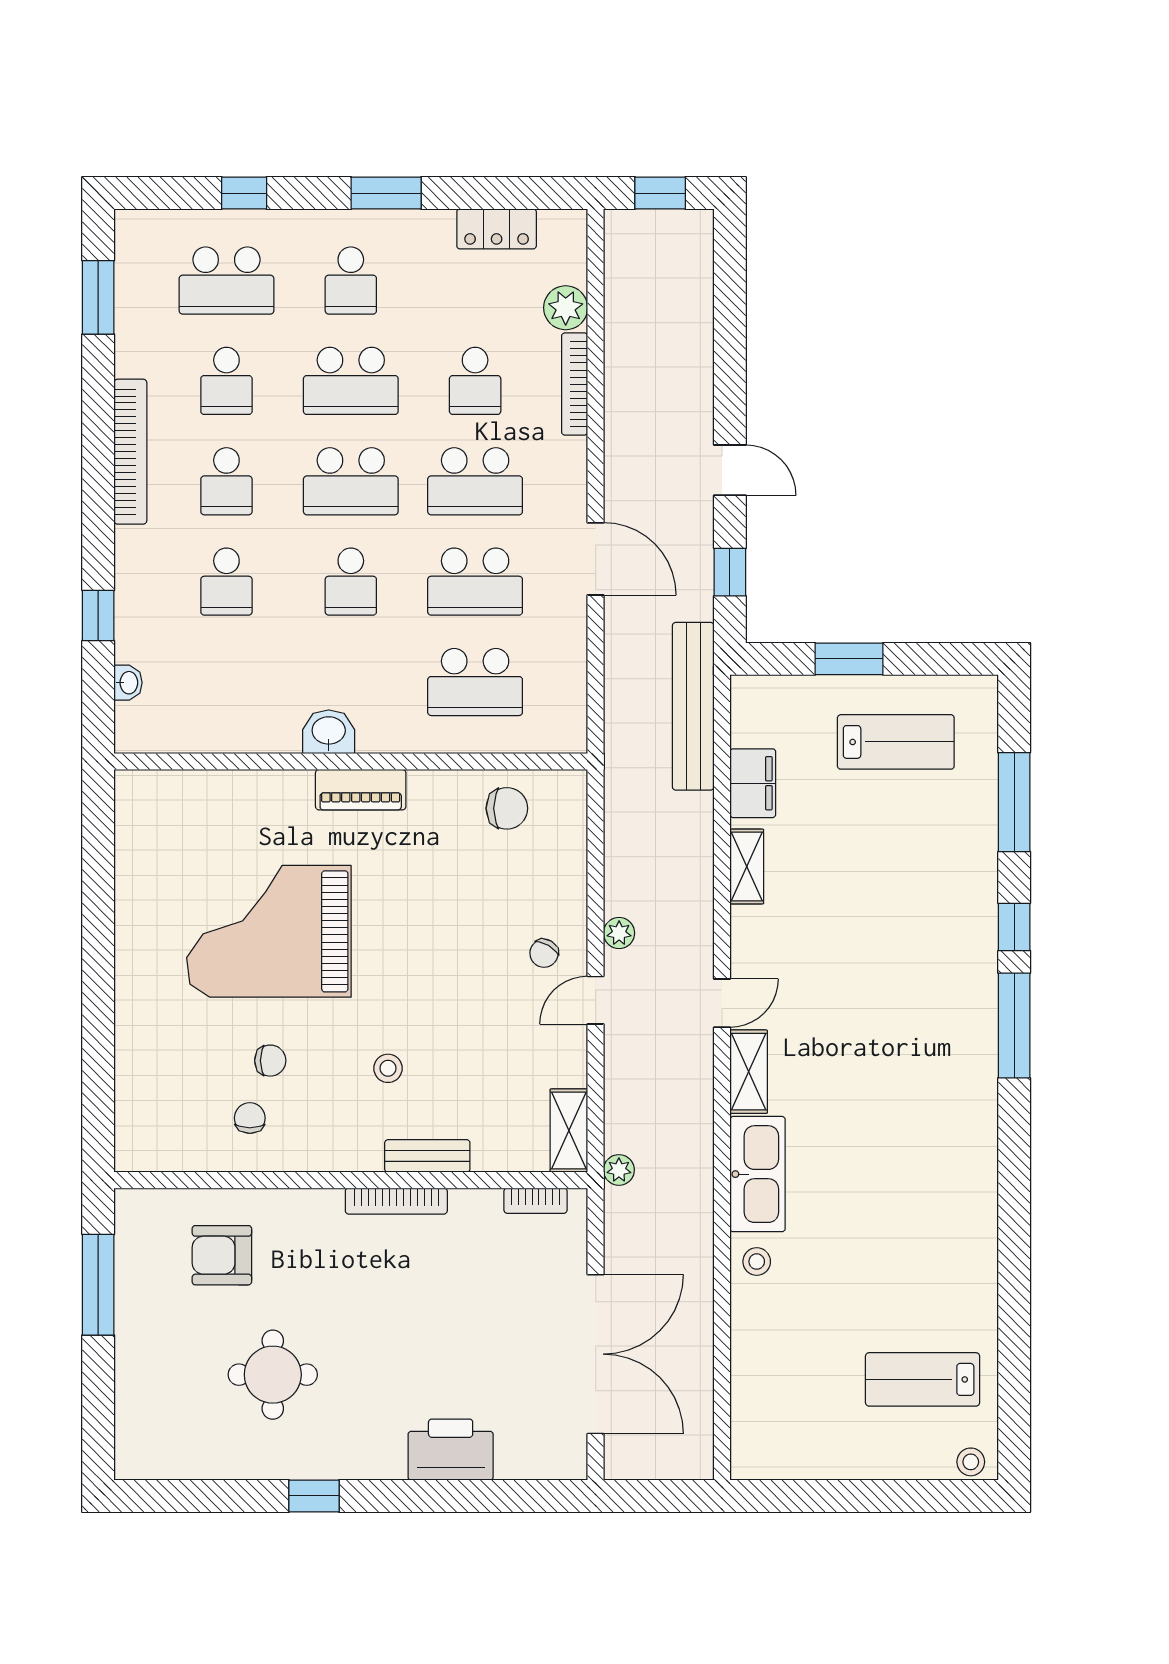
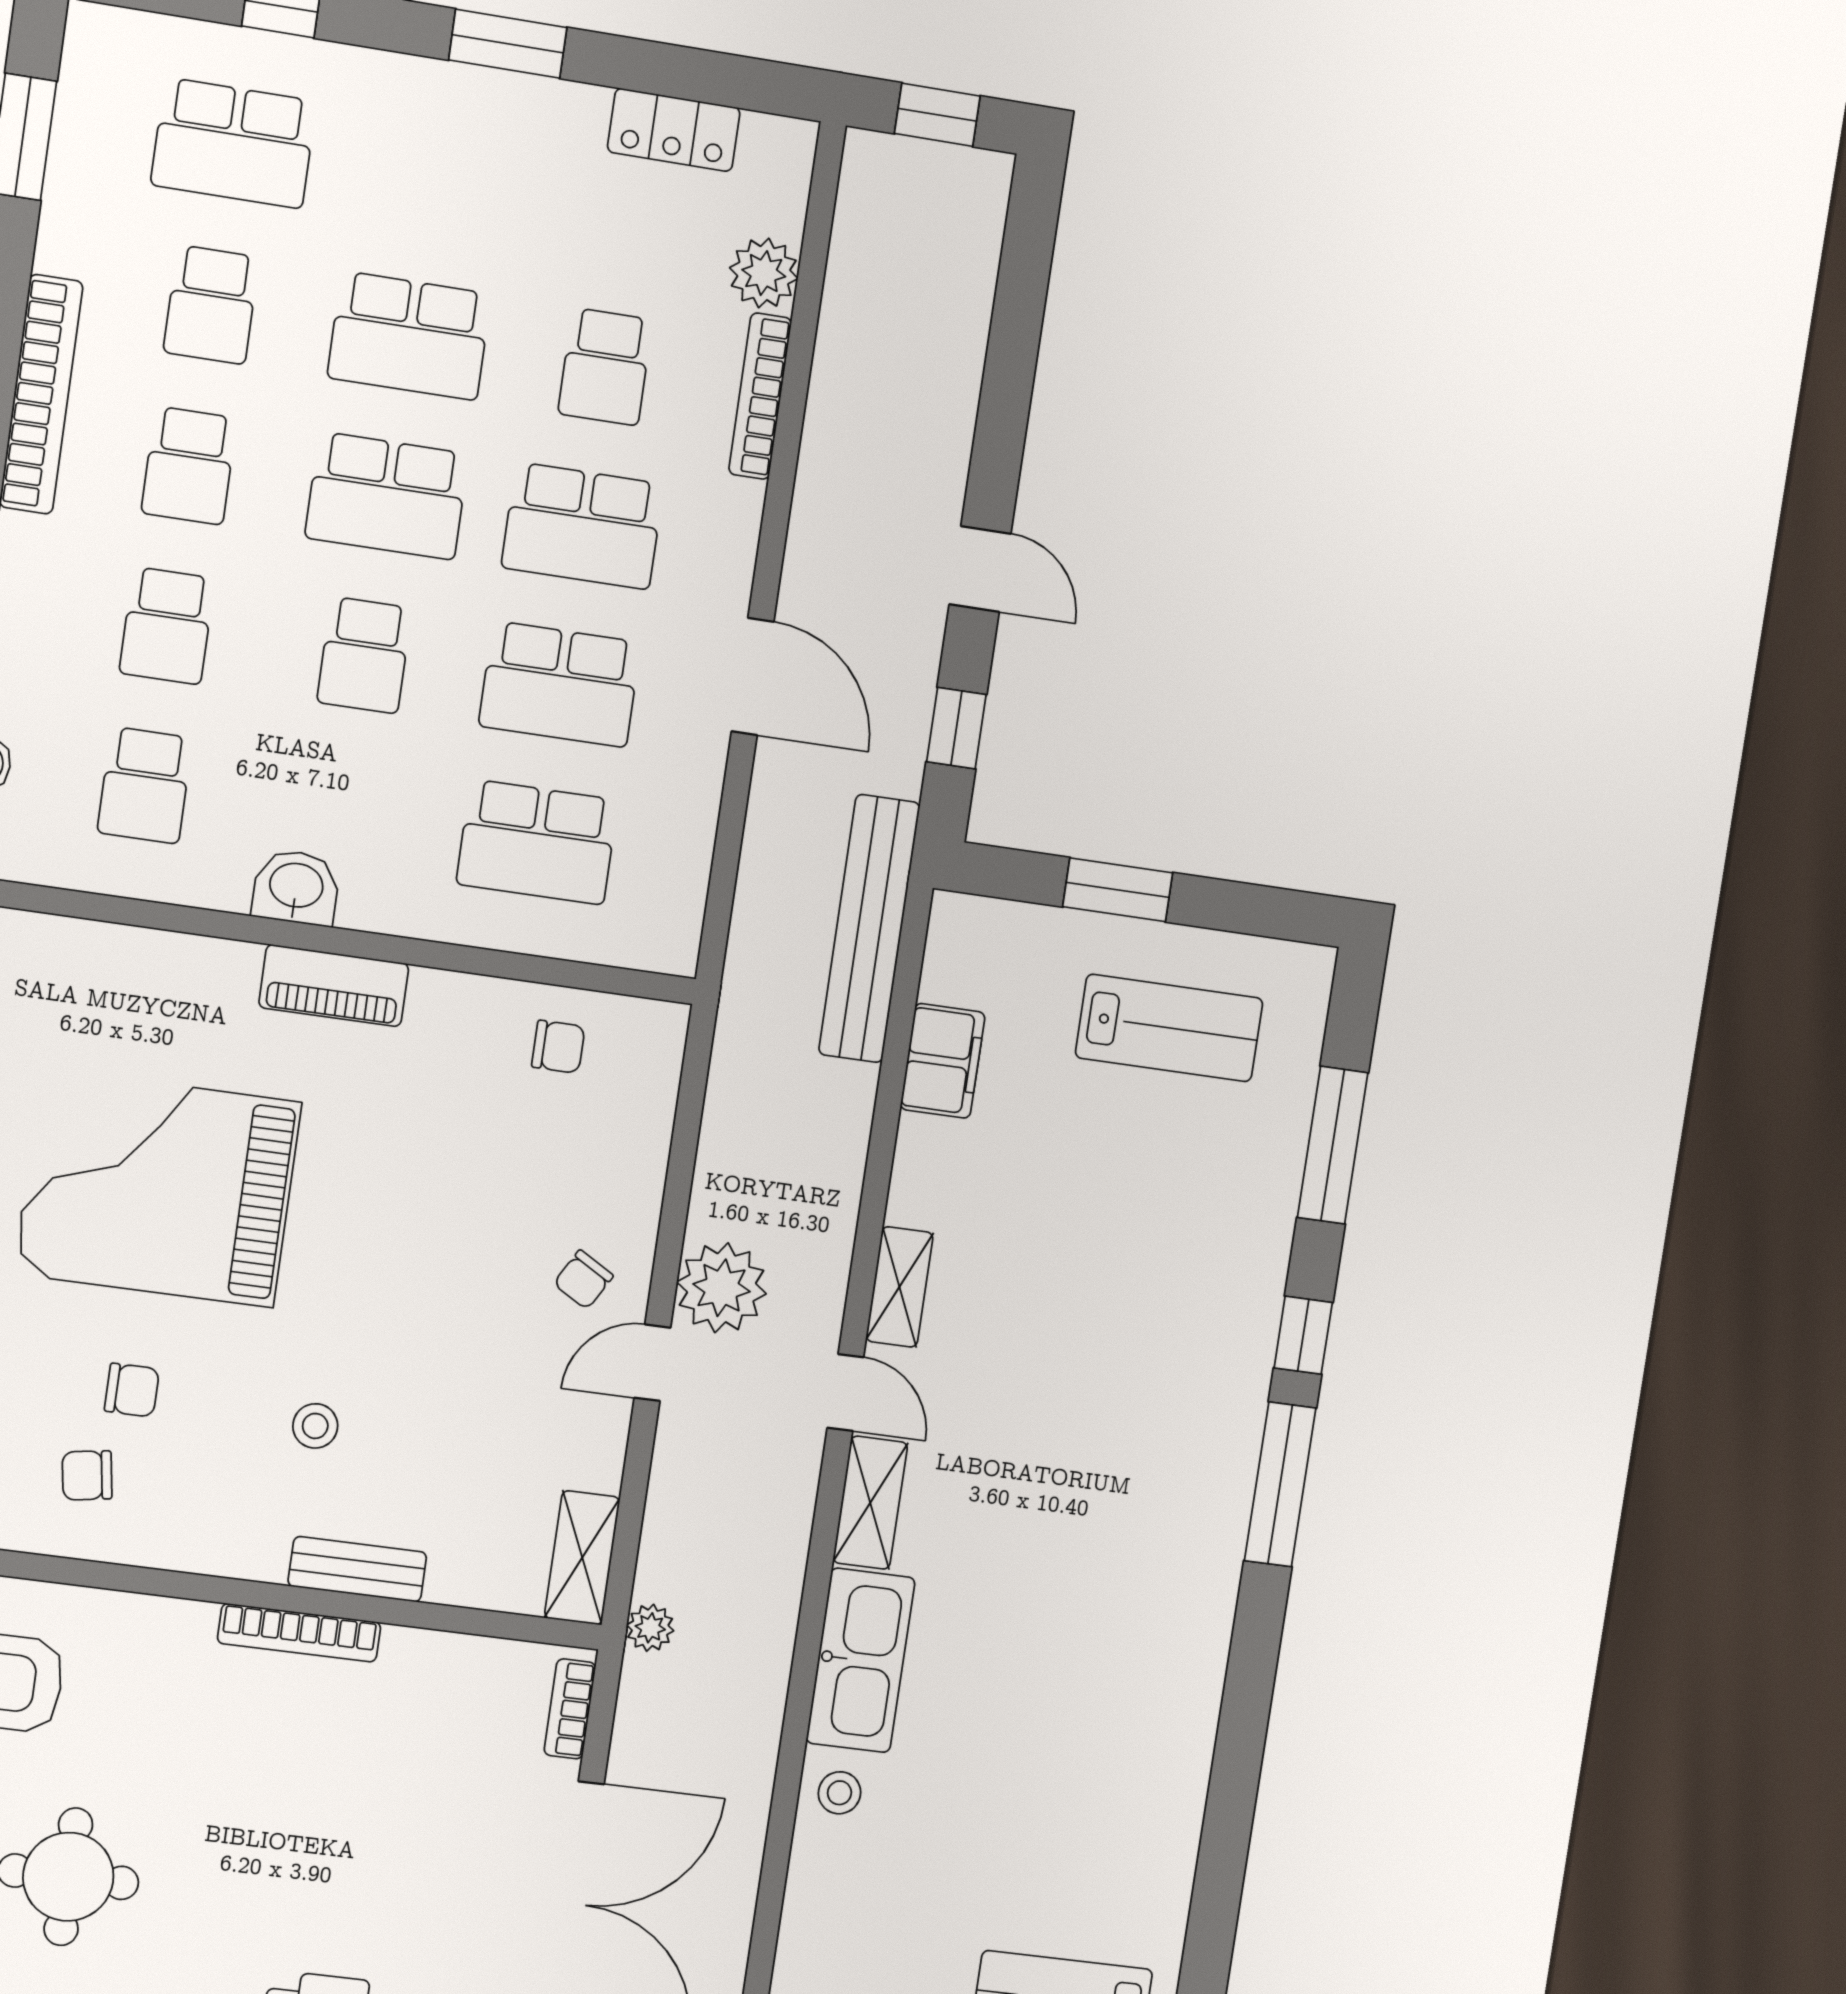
school desk: (351, 281) -> (145, 785), moved
chair: (507, 808) -> (558, 1047), width x0.73, depth x0.73
shelving: (747, 867) -> (899, 1287), moved
plant: (619, 933) -> (722, 1288), width x1.88, depth x1.88
door: (722, 1003) -> (845, 1393), hinge flipped
chair: (250, 1118) -> (87, 1475), turned -99
bookcase: (536, 1201) -> (570, 1709), moved, turned 90

